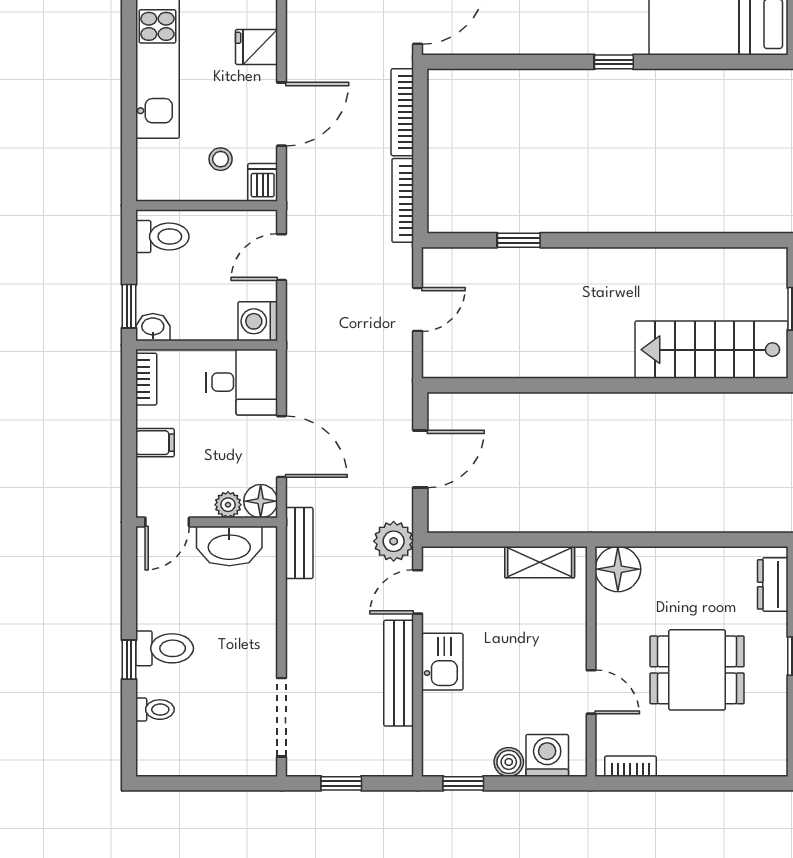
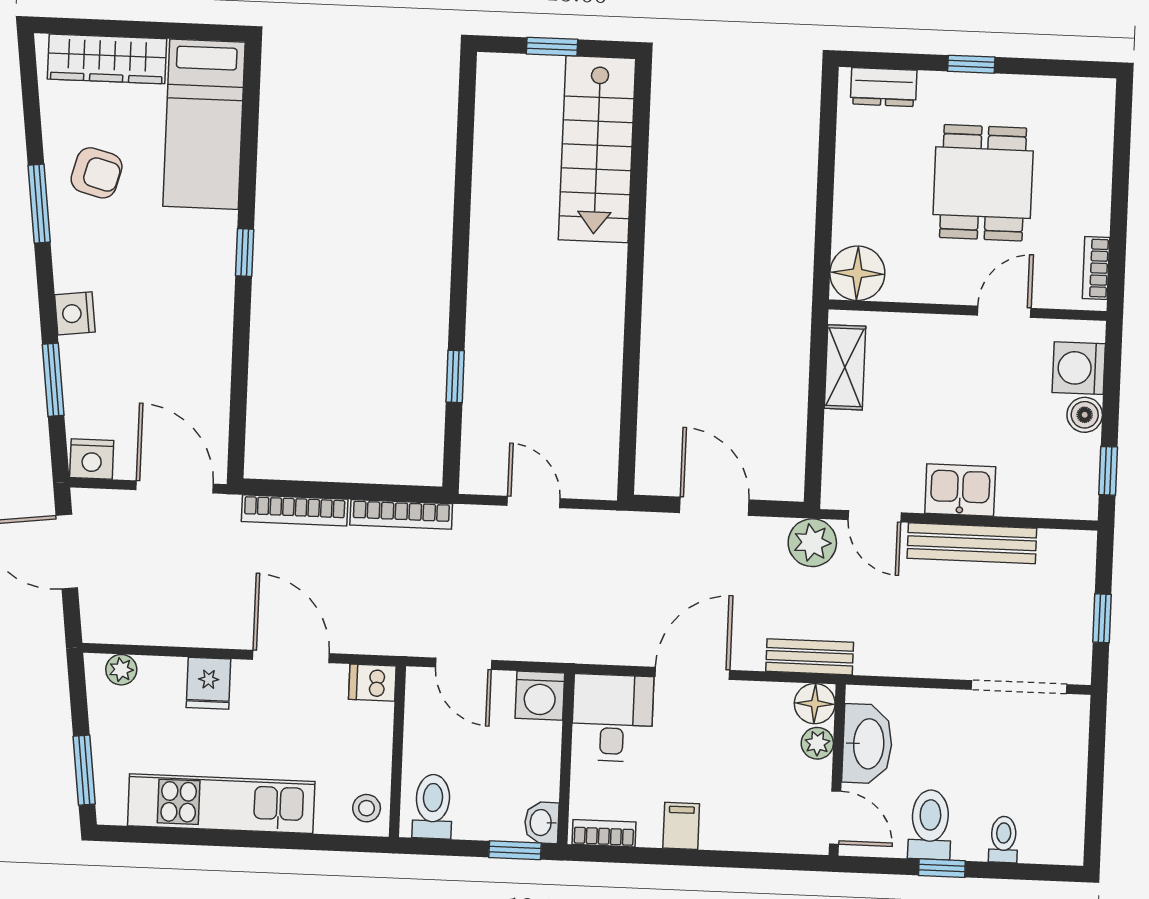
stool: (221, 159) -> (367, 808), moved
floor lamp: (261, 501) -> (815, 704), moved
plant: (228, 505) -> (817, 743), moved
door: (167, 522) -> (835, 818), moved
wall: (207, 522) -> (837, 770), moved
washbasin: (229, 546) -> (867, 744), moved

